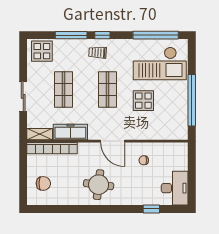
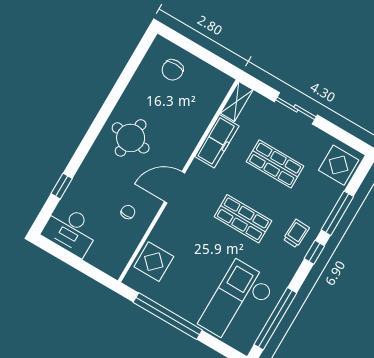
display table: (143, 101) -> (154, 262), moved
bookcase: (52, 148) -> (210, 107), removed

